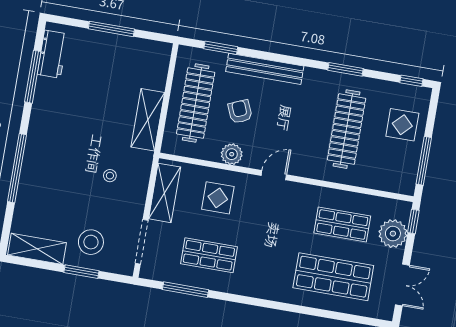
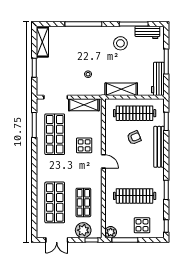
workbench: (141, 50) -> (158, 79), added
plant: (232, 154) -> (111, 232), moved
display table: (218, 198) -> (84, 145), moved
stool: (91, 242) -> (120, 43), moved
shop shelf: (209, 255) -> (55, 134), width x1.43, depth x1.36

